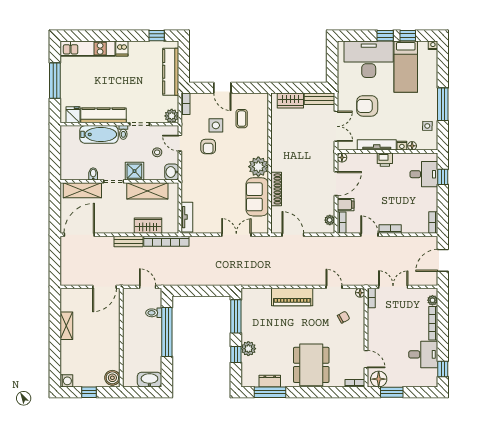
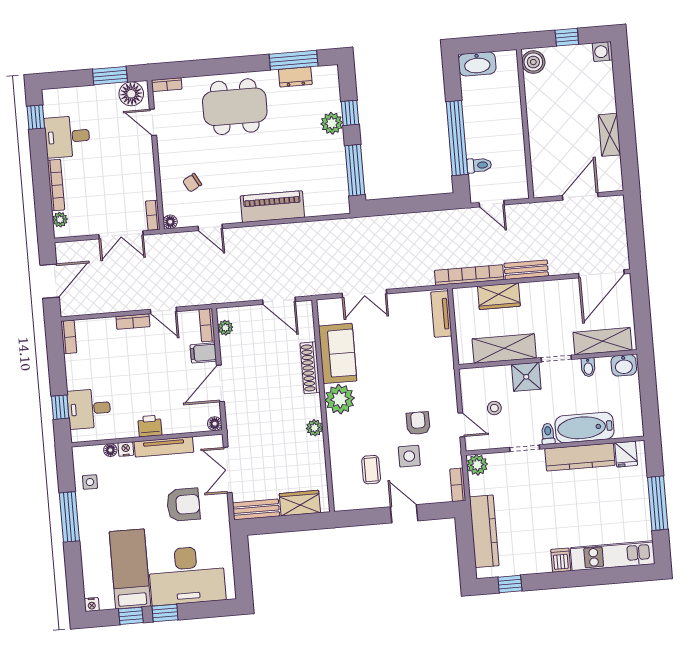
plant: (277, 149) -> (315, 428), added
washbasin: (172, 172) -> (624, 365), moved, turned 90
door: (104, 287) -> (580, 196), moved
dining table: (311, 365) -> (235, 107), turned 90

